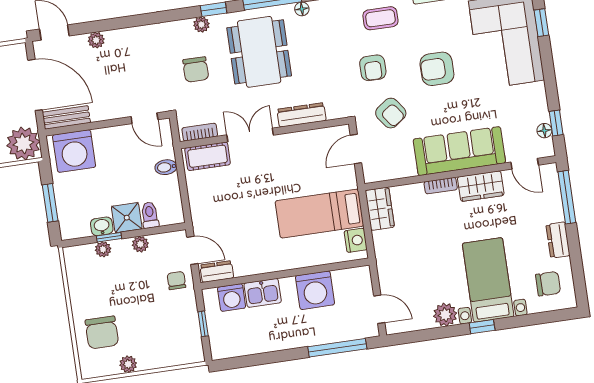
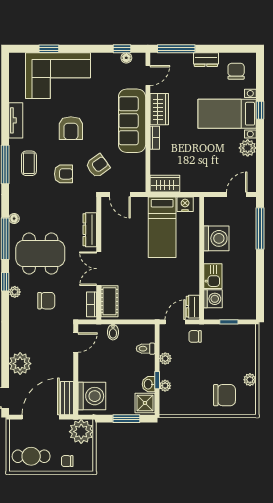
plant: (96, 40) -> (20, 364), width x1.87, depth x1.87
shower: (127, 218) -> (145, 403), moved
window: (482, 327) -> (260, 110), moved

